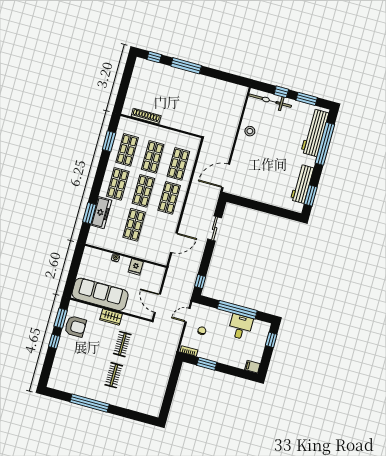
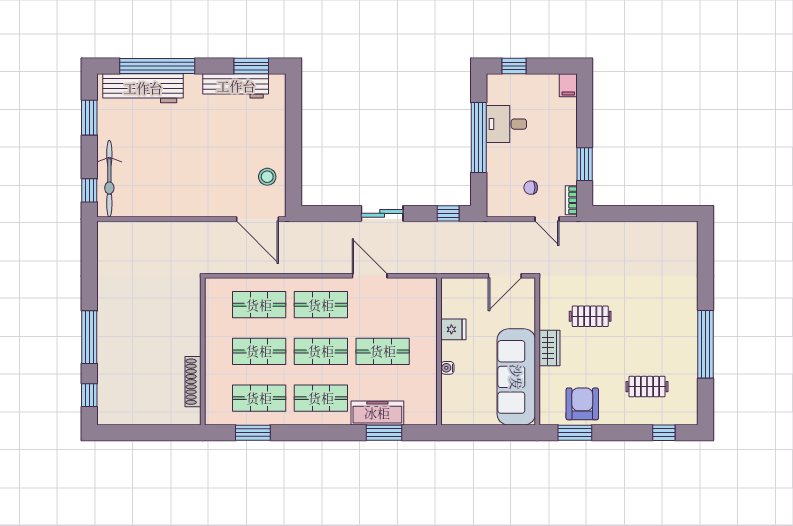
window: (281, 92) -> (89, 190), moved
stool: (250, 131) -> (267, 177), moved
sliding door: (215, 229) -> (382, 213), moved
door: (174, 243) -> (370, 276), moved
door: (188, 315) -> (547, 219), moved
window: (54, 341) -> (664, 433), moved
clothes rail: (114, 375) -> (647, 387), moved

